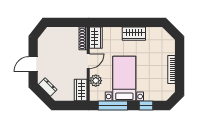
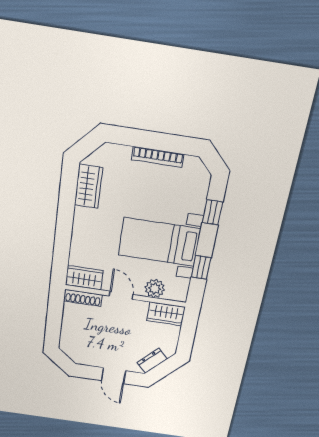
wardrobe: (134, 34) -> (88, 186), moved
window: (113, 106) -> (201, 267), width x0.46

